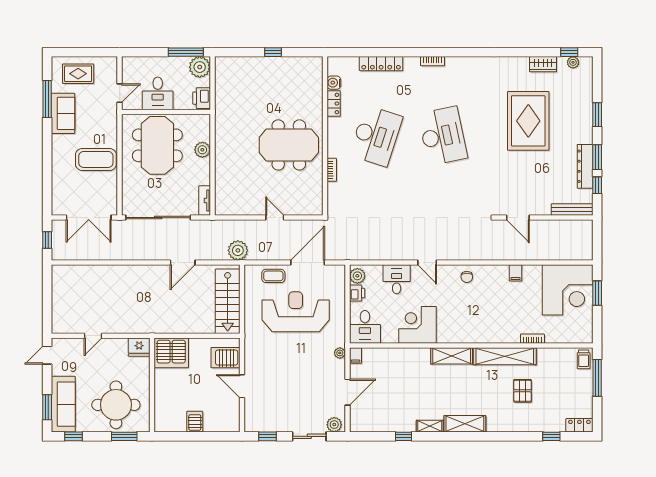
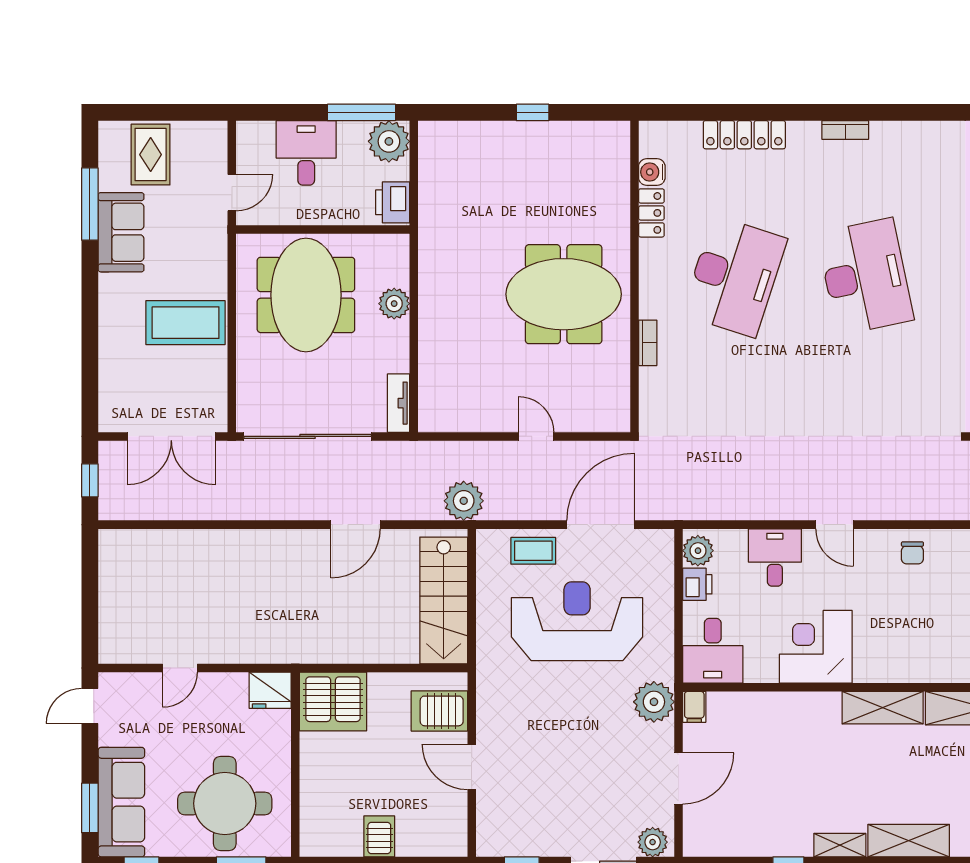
rug: (78, 74) -> (151, 155), turned 90
desk: (158, 93) -> (306, 153), moved, turned 180
plant: (340, 353) -> (654, 702), width x1.87, depth x1.87

